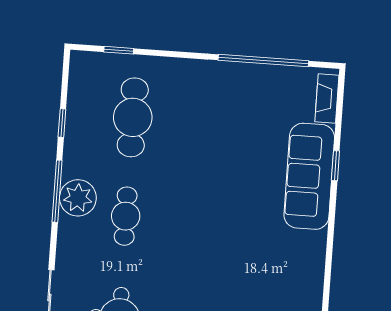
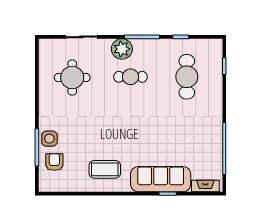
cafe table: (133, 117) -> (187, 77), turned 90
plant: (78, 198) -> (122, 49), moved
coffee table: (285, 273) -> (105, 169), added

